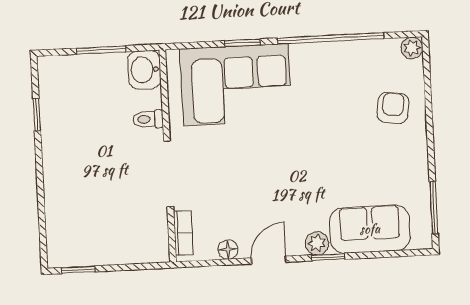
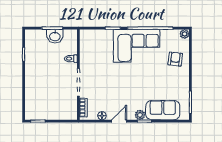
washbasin: (144, 70) -> (55, 36), moved, turned -90
corner sofa: (236, 85) -> (137, 46), moved

